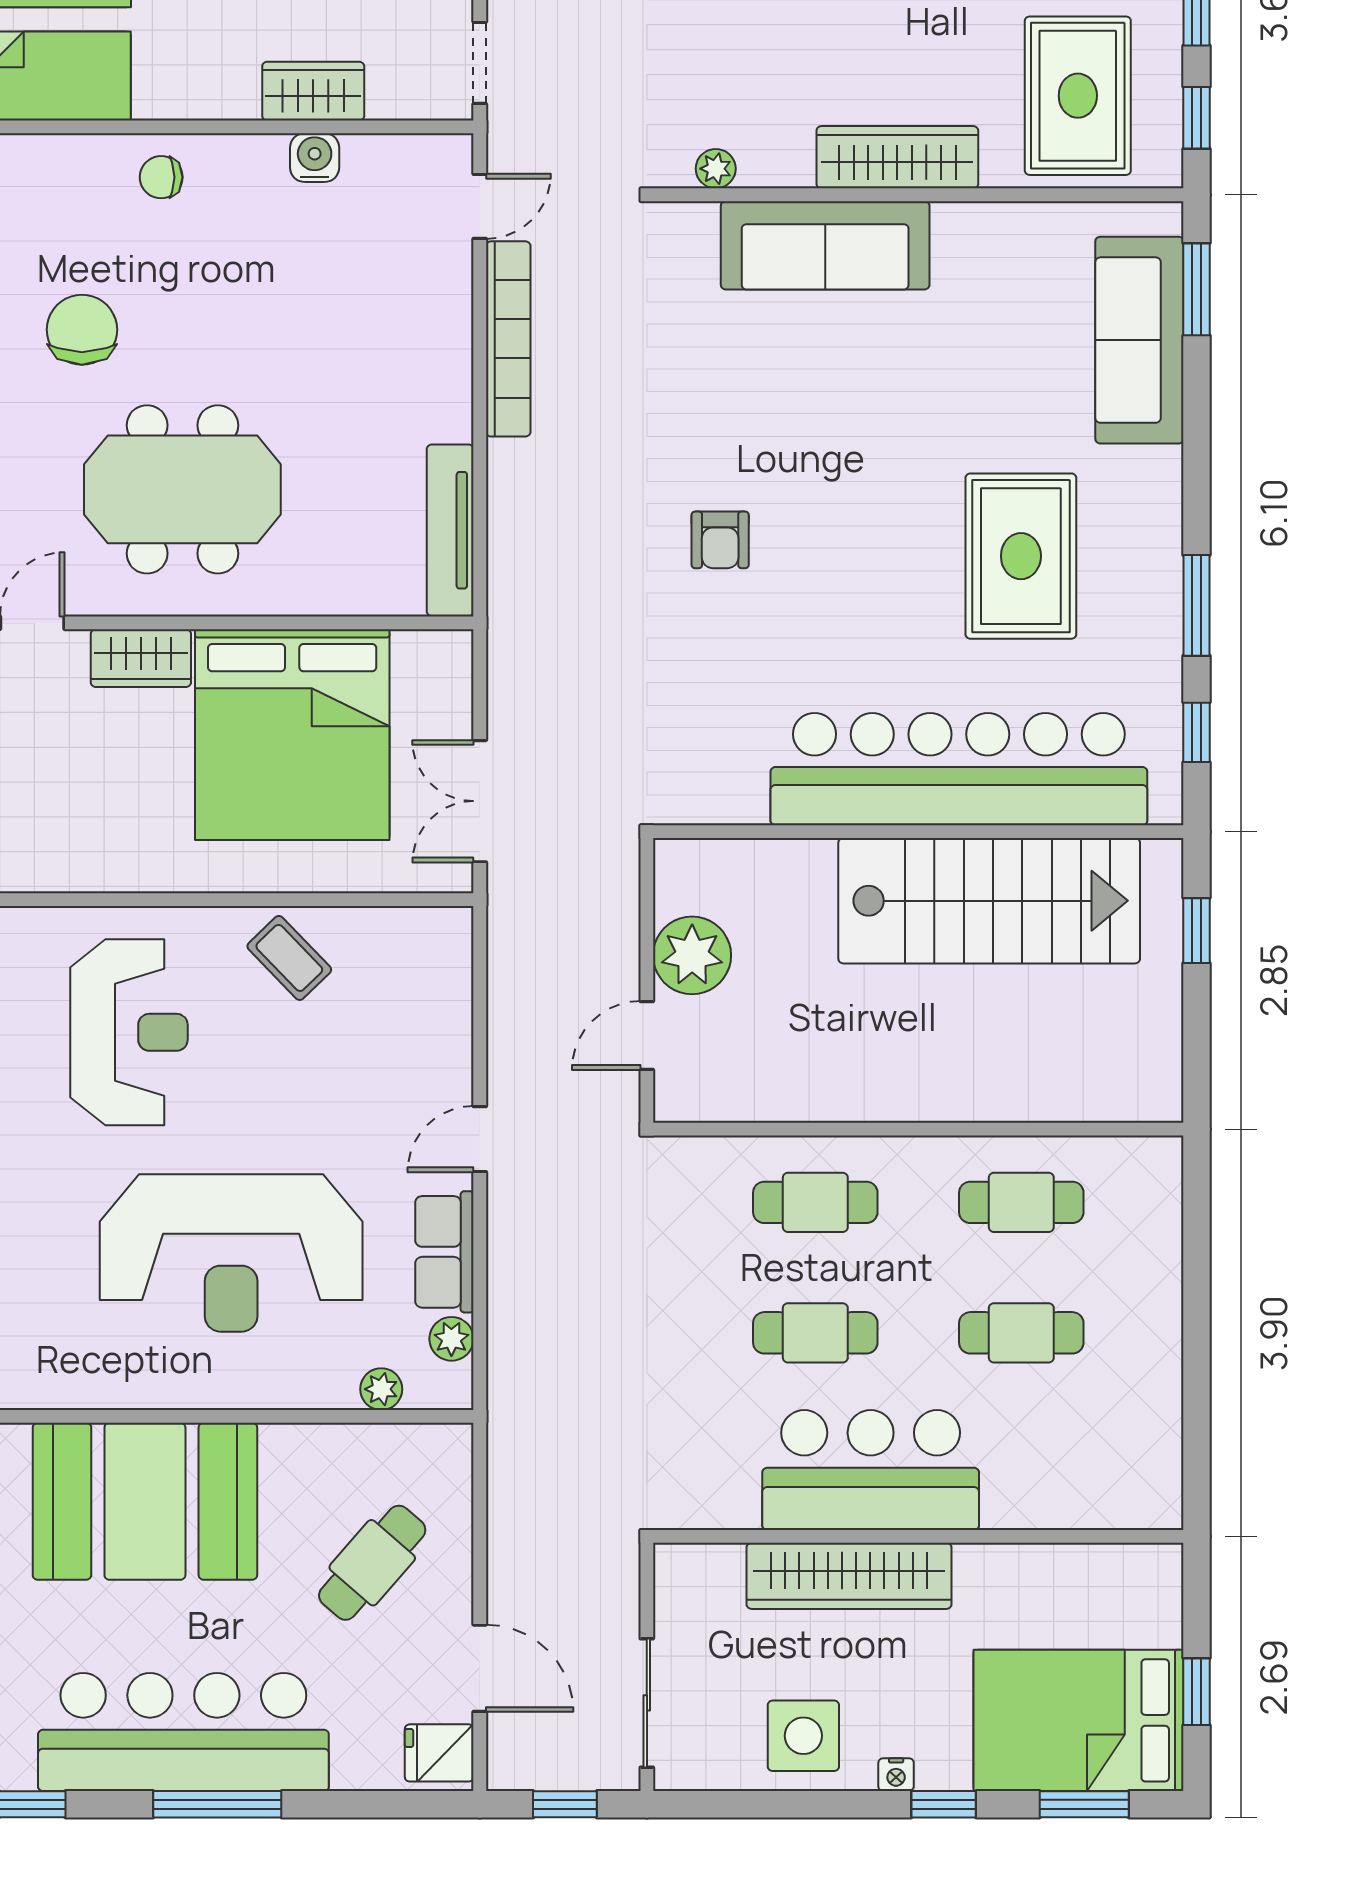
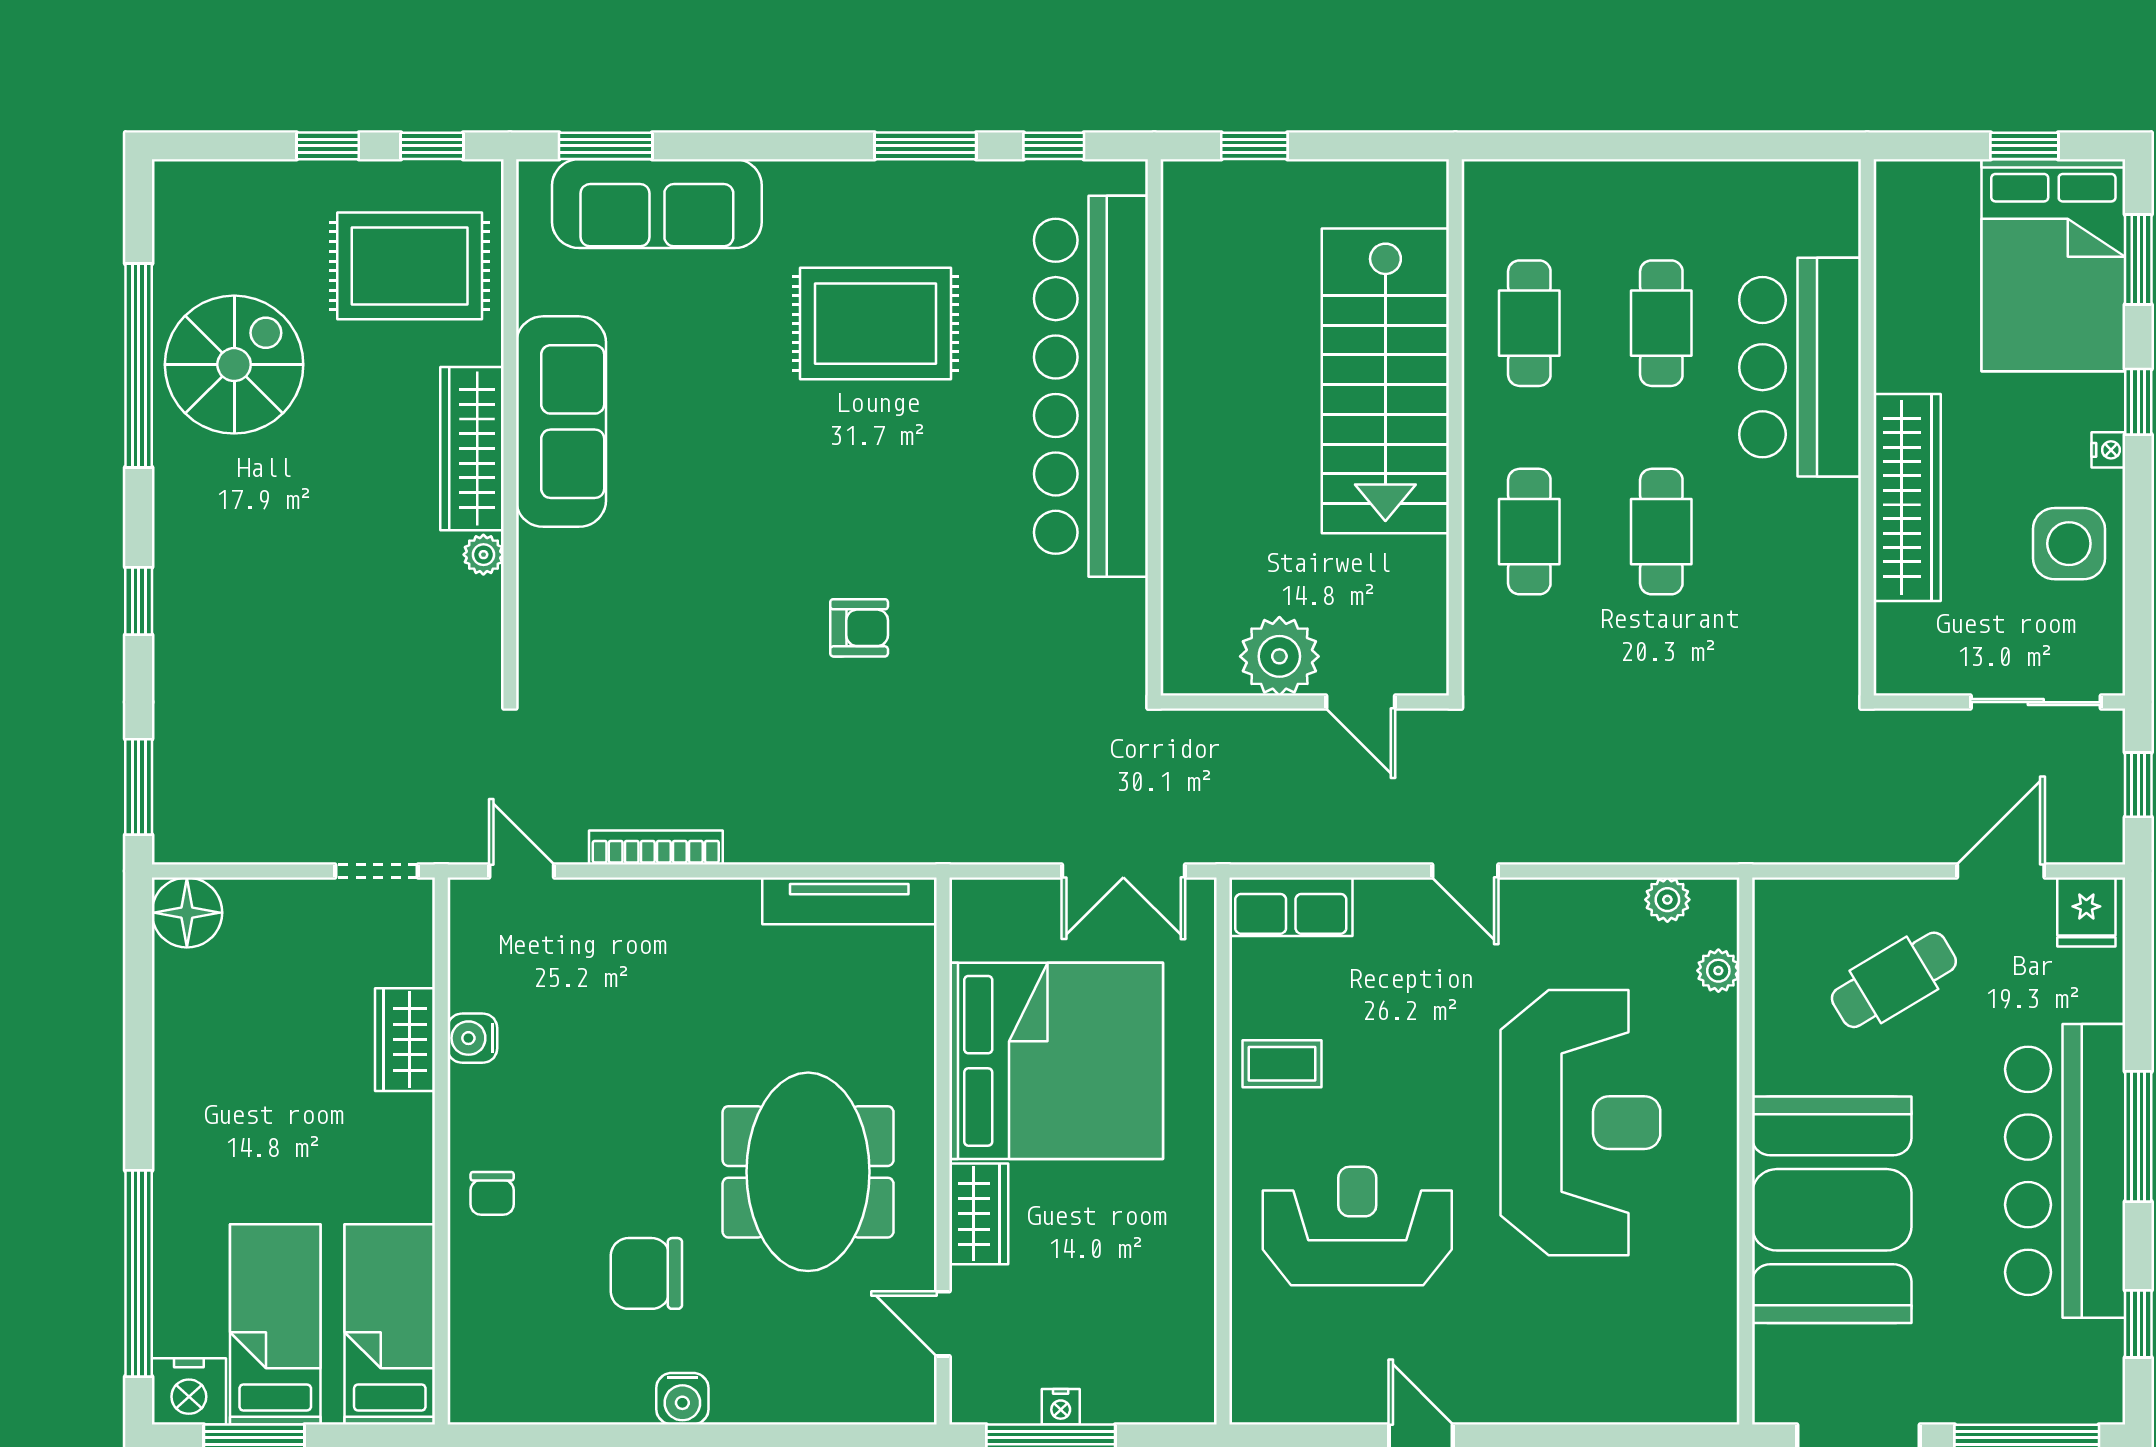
plant: (716, 169) -> (483, 555), moved
sofa: (825, 245) -> (561, 422), moved
bookcase: (508, 339) -> (656, 848), width x0.68, depth x0.76
stairs: (989, 901) -> (1385, 381), moved, turned 180
coffee table: (289, 958) -> (1282, 1064), turned 44
row of seats: (444, 1252) -> (1291, 907), moved
bar counter: (871, 1470) -> (1800, 367), moved
cafe table: (372, 1563) -> (1894, 980), turned -72

